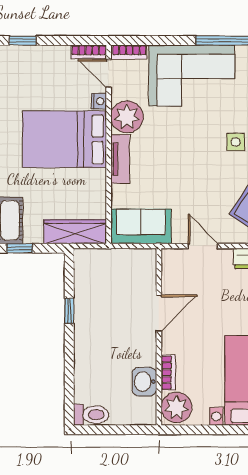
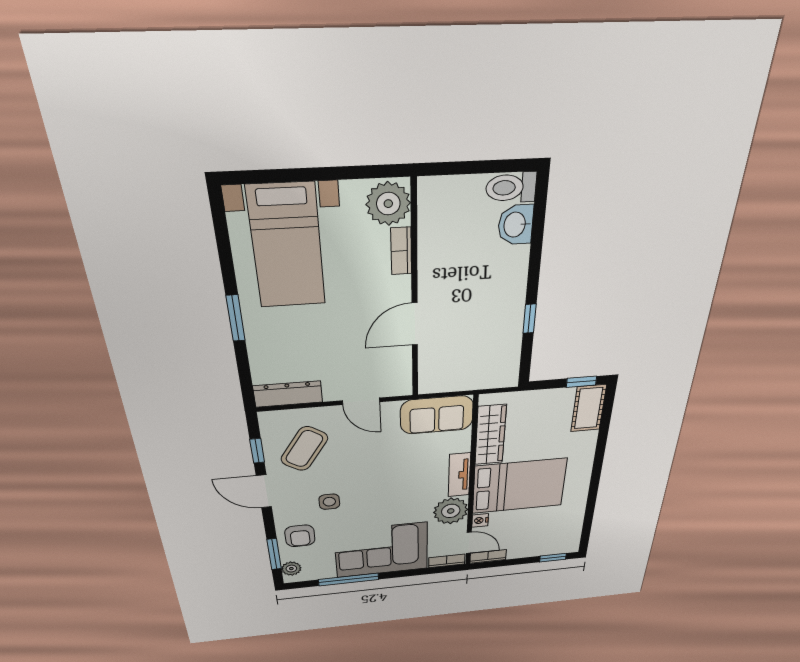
wardrobe: (75, 232) -> (490, 435), moved, turned -90
washbasin: (144, 382) -> (516, 225), moved, turned 180

